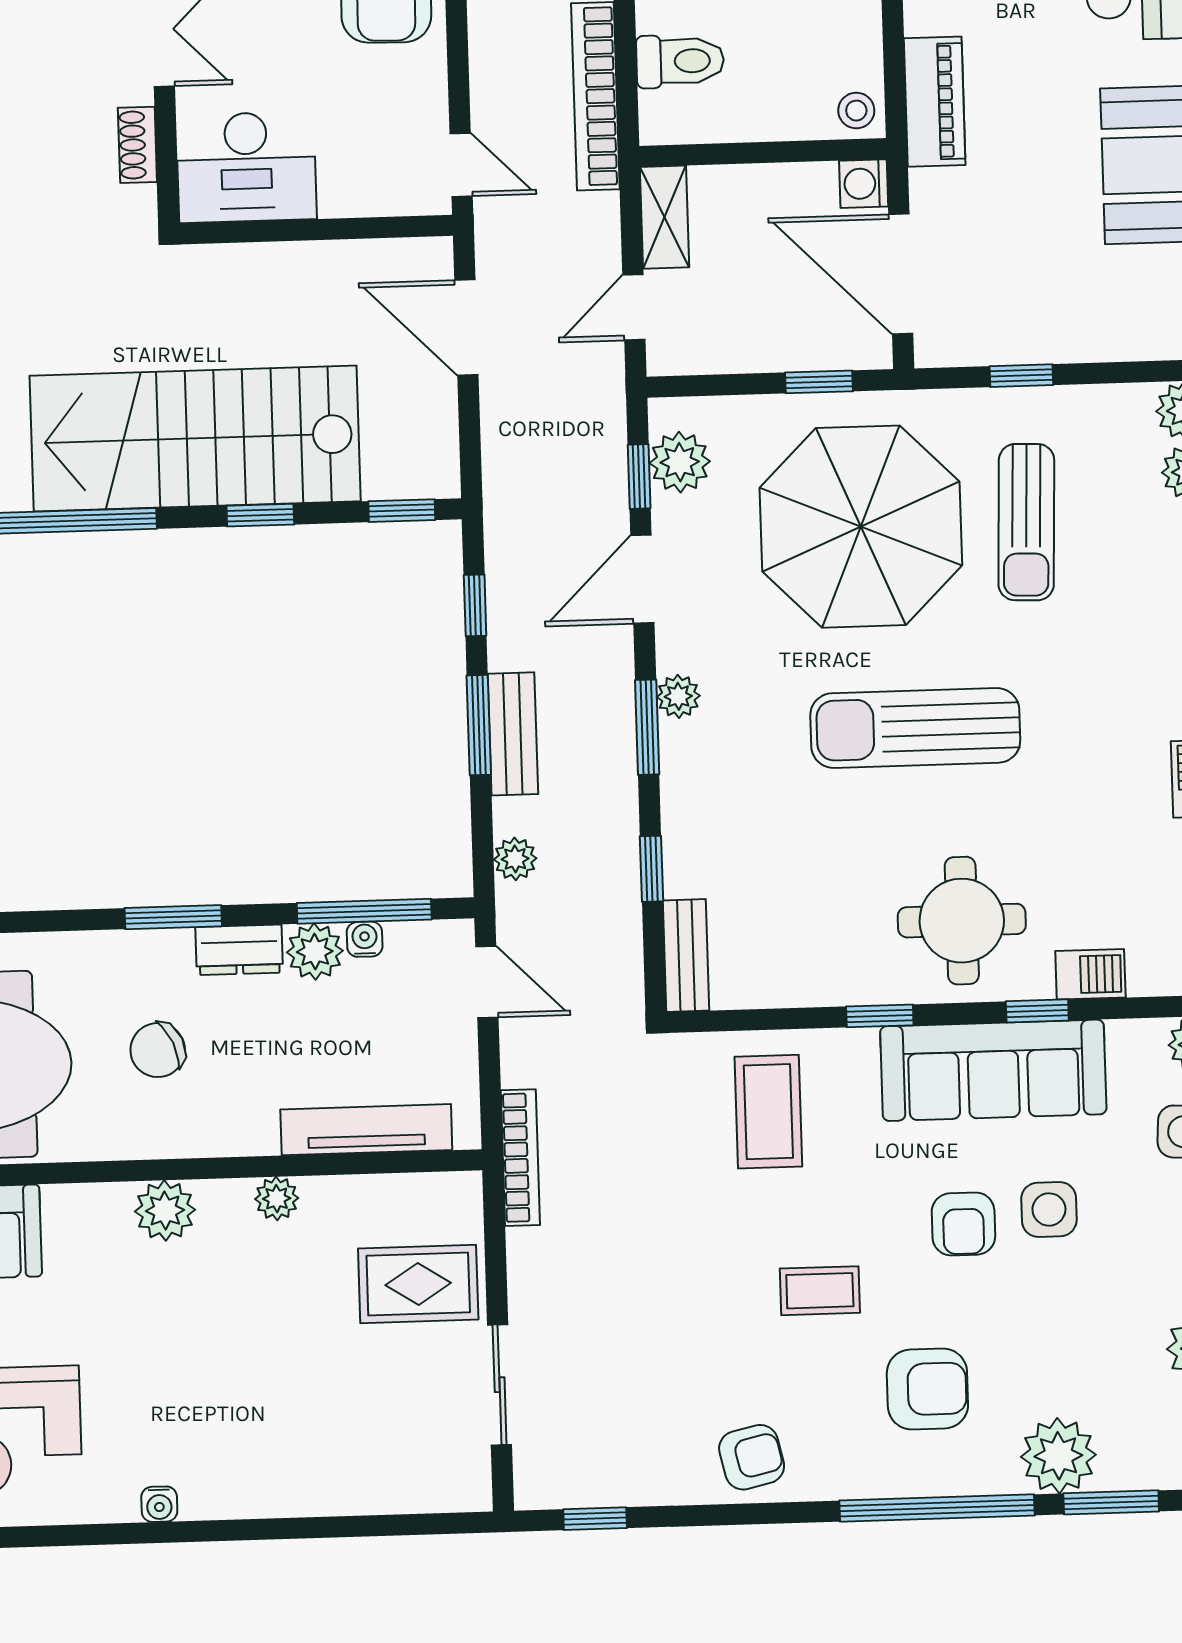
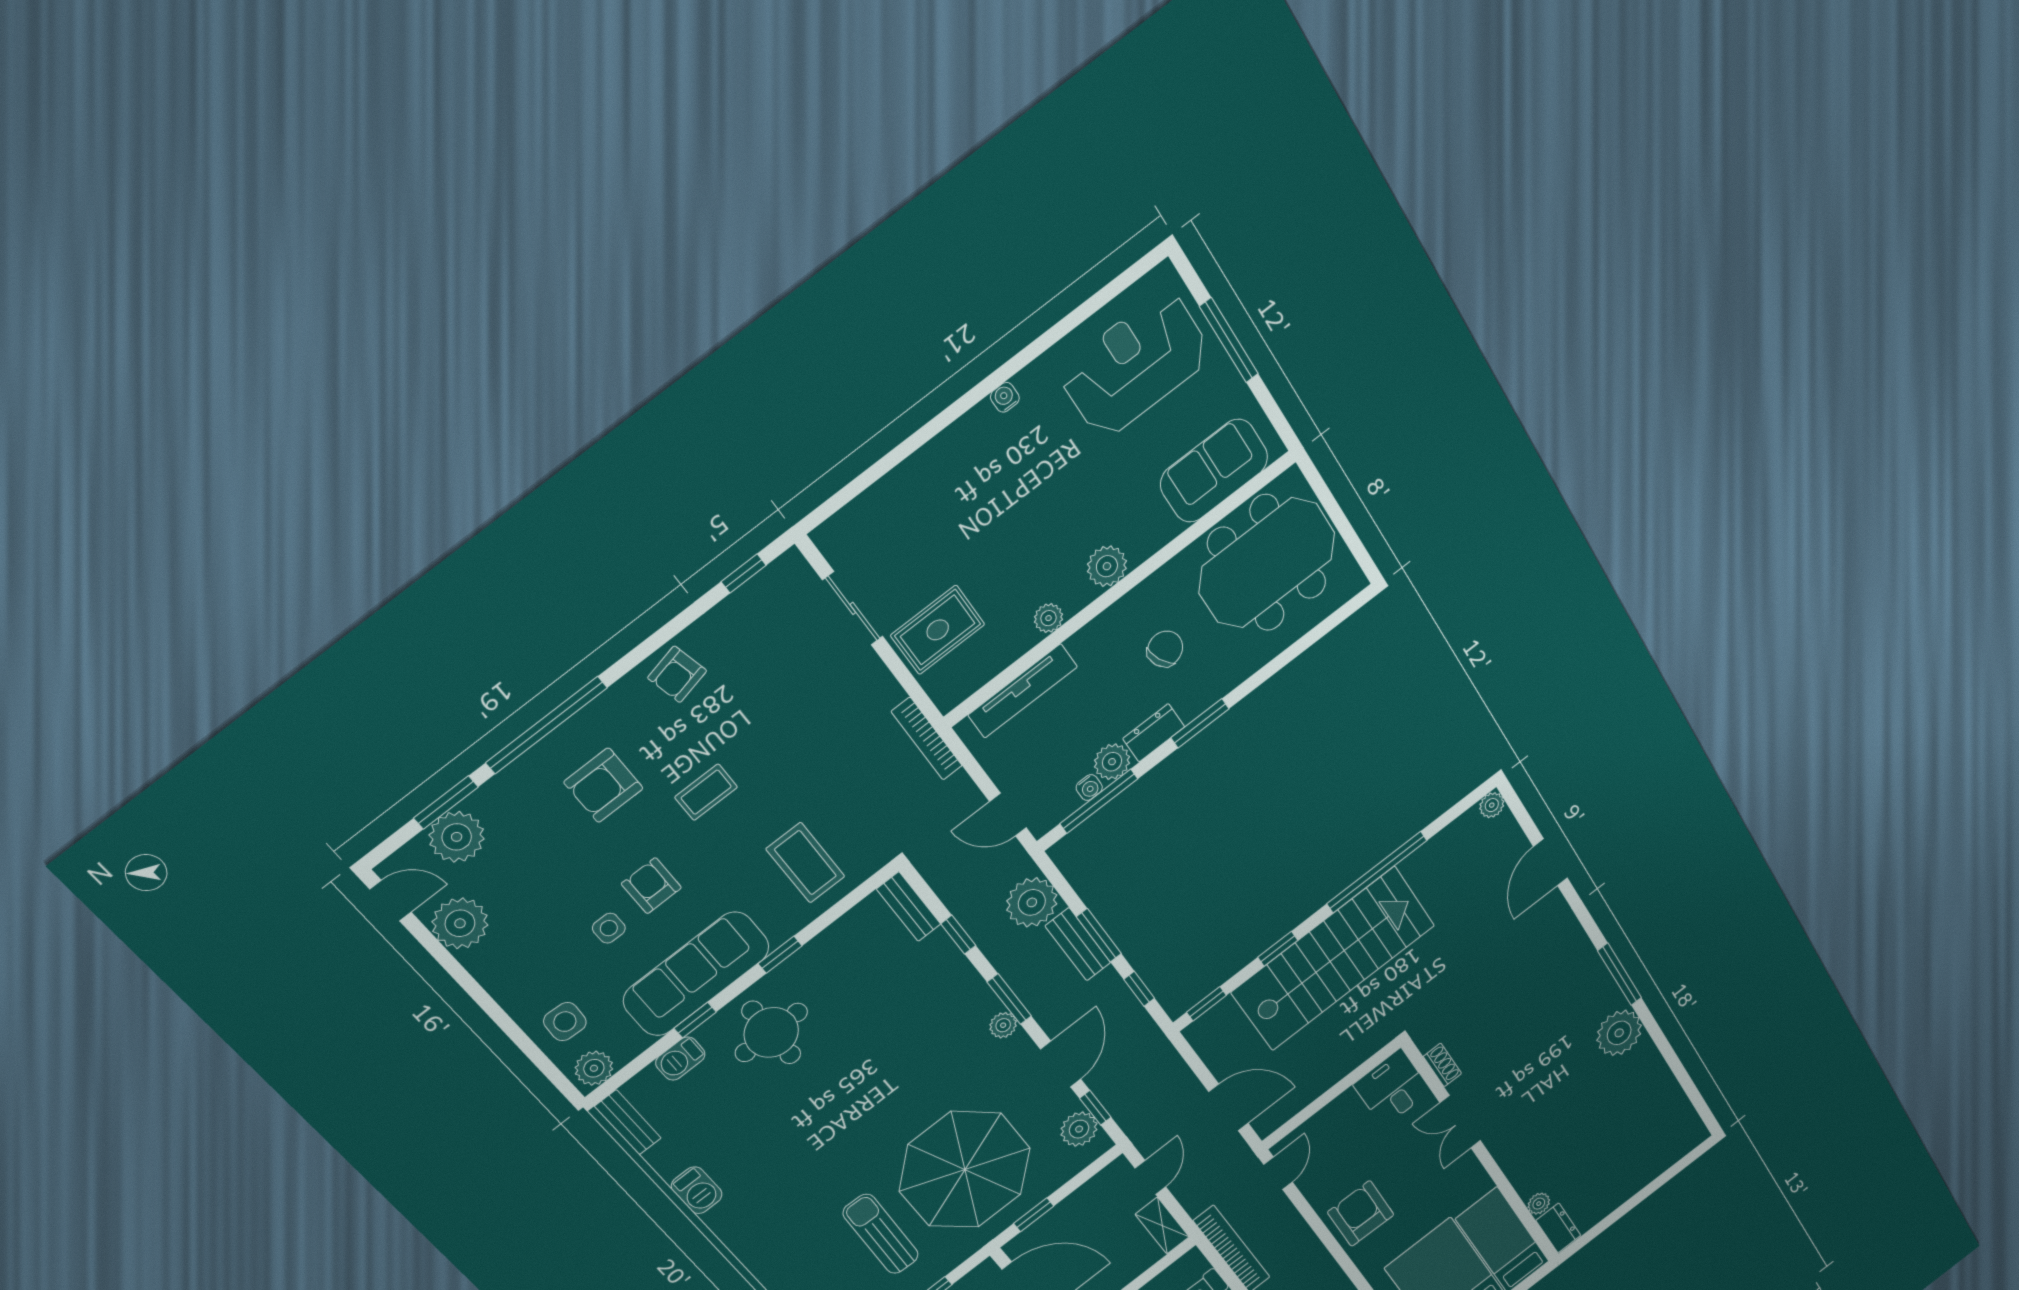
door: (461, 165) -> (1278, 1173), swing flipped
desk: (246, 167) -> (1392, 1088), width x0.73
sun lounger: (915, 728) -> (867, 1102), removed
plant: (515, 859) -> (1032, 902), width x1.88, depth x1.88
side table: (1049, 1209) -> (609, 928), width x0.73, depth x0.73
plant: (1058, 1456) -> (457, 837), moved

